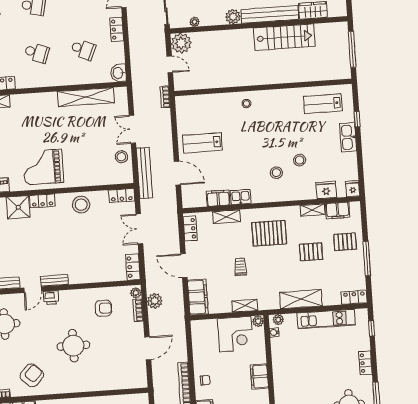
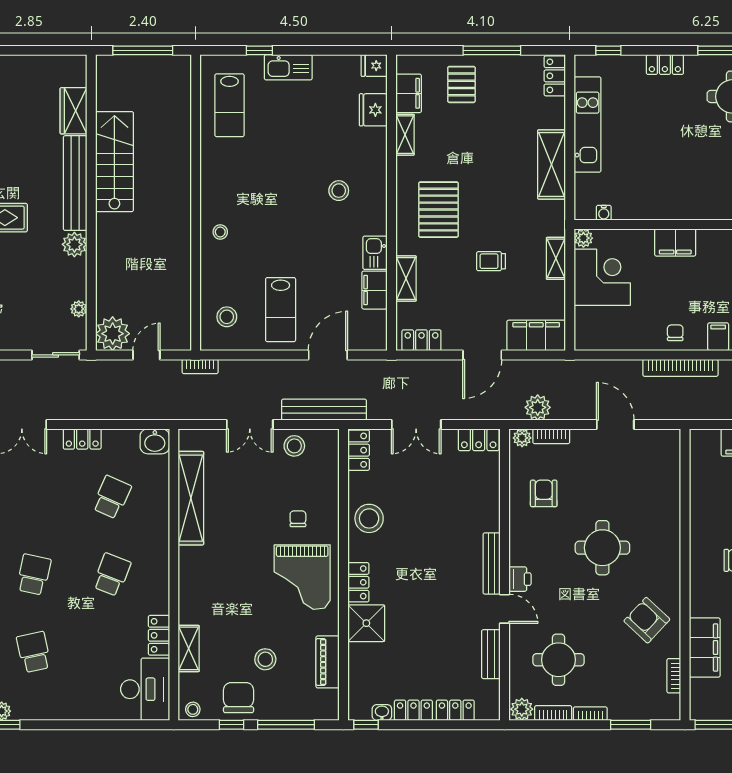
stool: (300, 160) -> (227, 317), moved
chair: (78, 162) -> (298, 519), added
pallet: (311, 252) -> (474, 142), removed
bench: (54, 280) -> (492, 563), width x1.36
plant: (278, 320) -> (583, 204), removed

